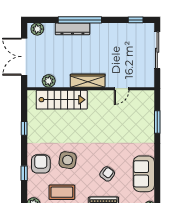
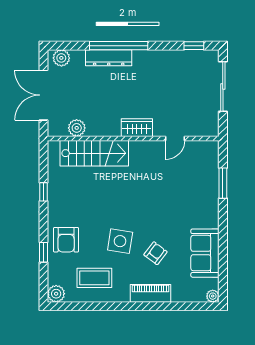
wardrobe: (88, 81) -> (137, 128), width x0.67
side table: (68, 160) -> (120, 241), moved
armchair: (41, 164) -> (66, 240), turned 180

